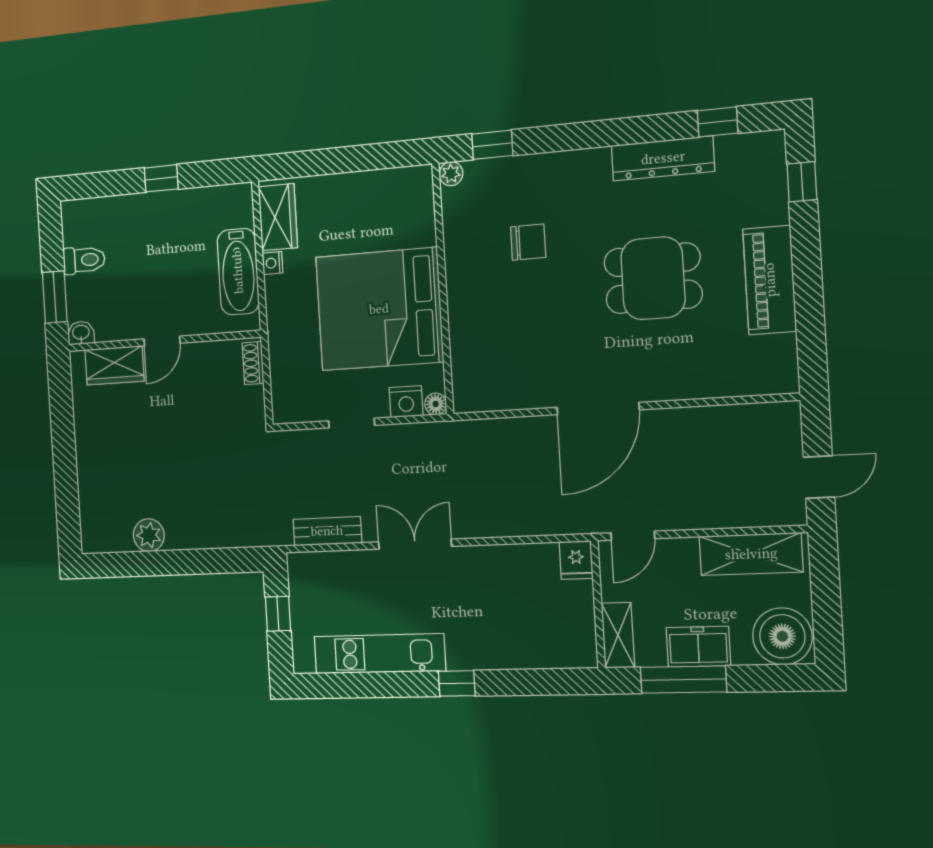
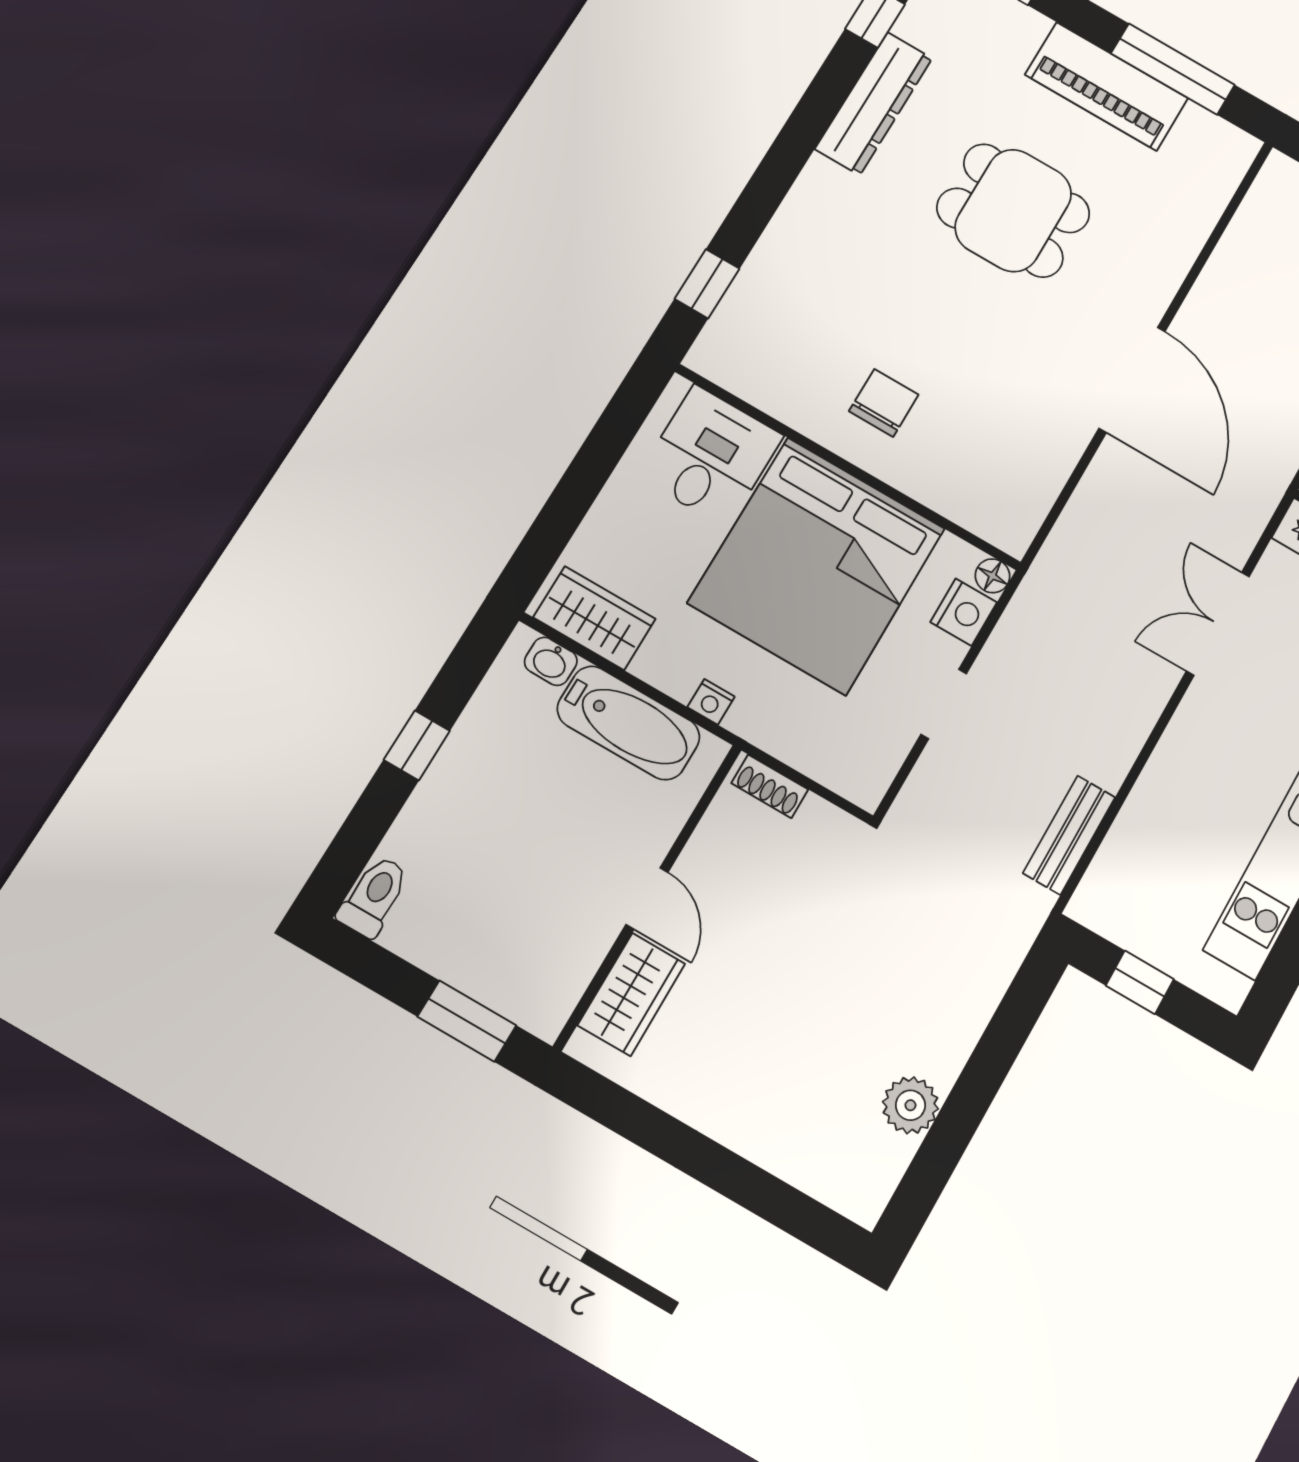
plant: (451, 174) -> (706, 358), removed
desk: (400, 214) -> (711, 456), added
chair: (528, 242) -> (884, 403), moved
toilet: (84, 260) -> (374, 896), moved
nightstand: (273, 263) -> (711, 702), moved
dining table: (653, 278) -> (1013, 210), turned 90
window: (809, 311) -> (1173, 69), added
washbasin: (81, 333) -> (551, 661), moved, turned -90
double door: (415, 544) -> (1218, 624), moved

